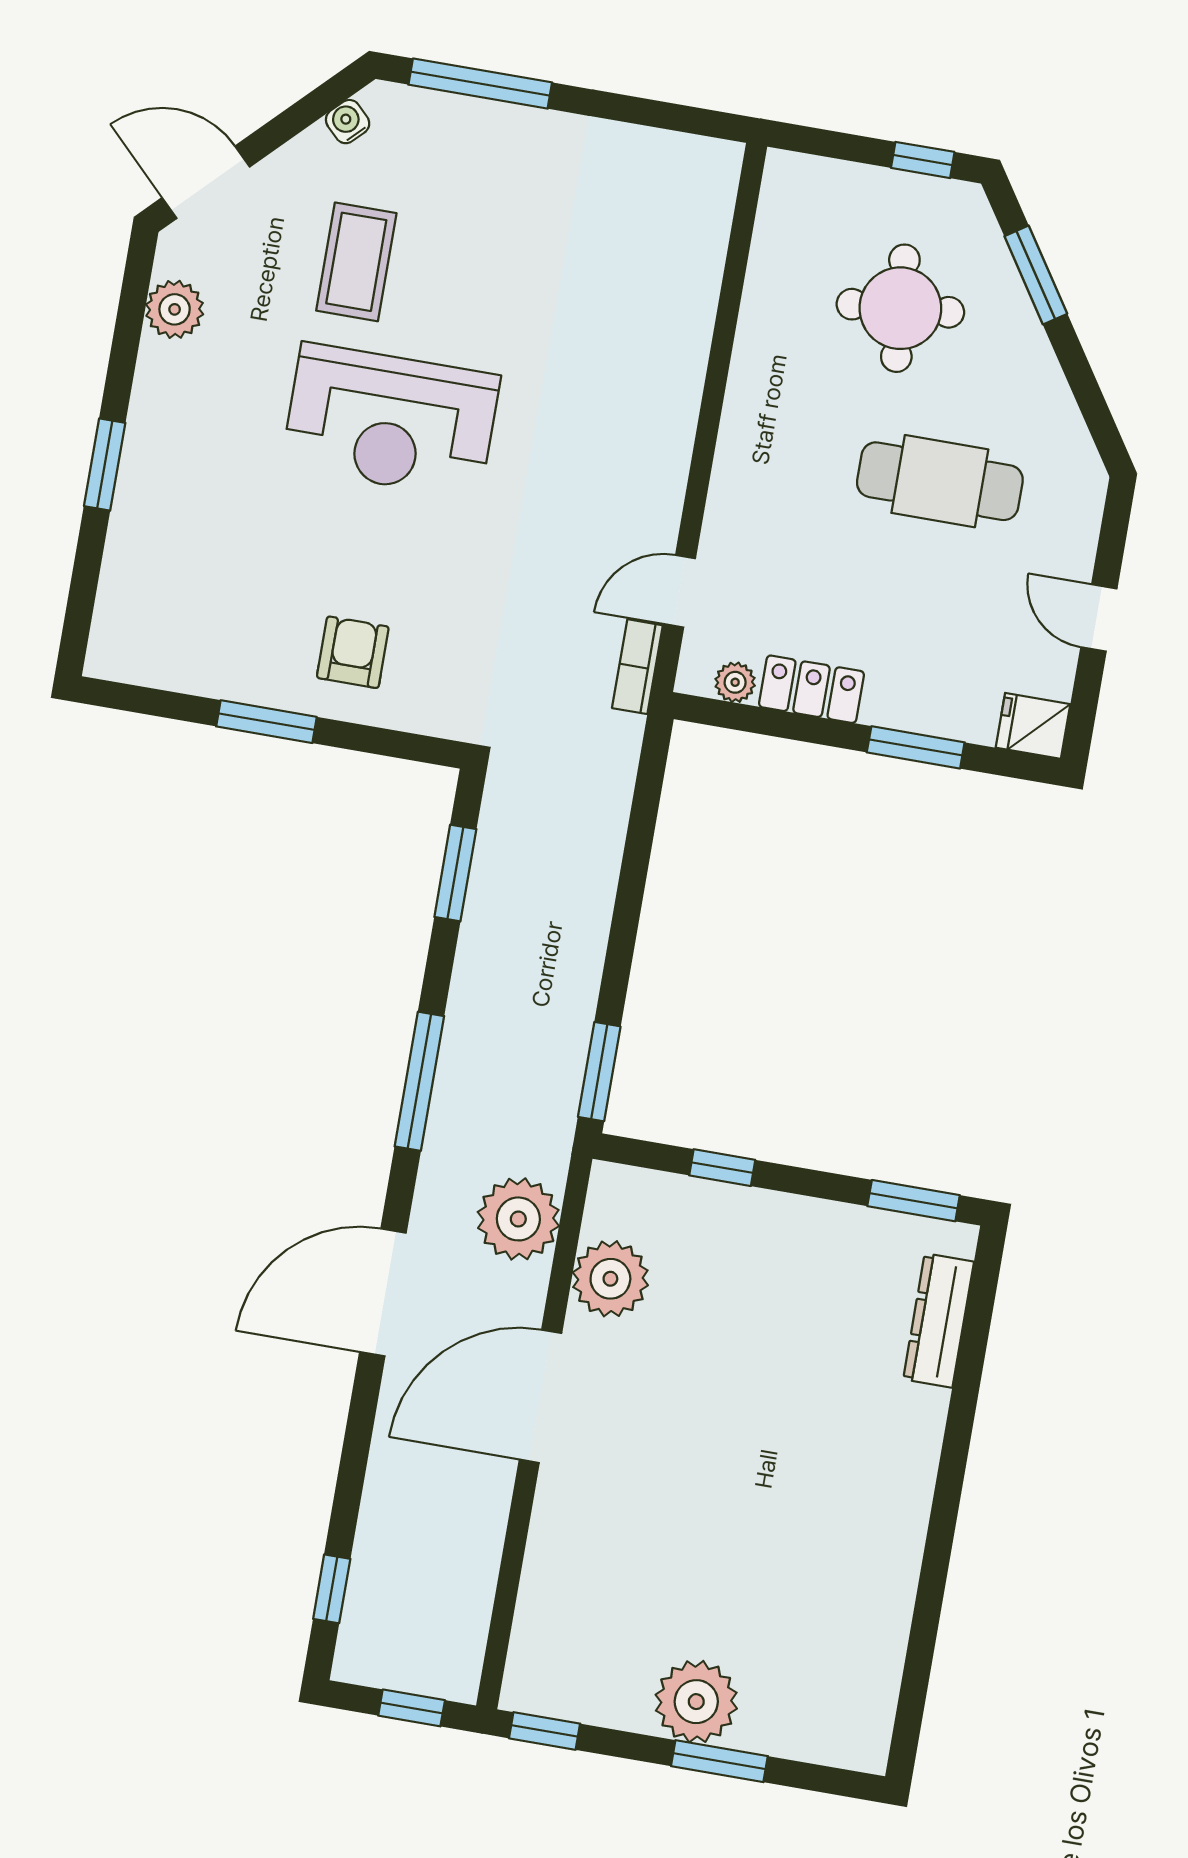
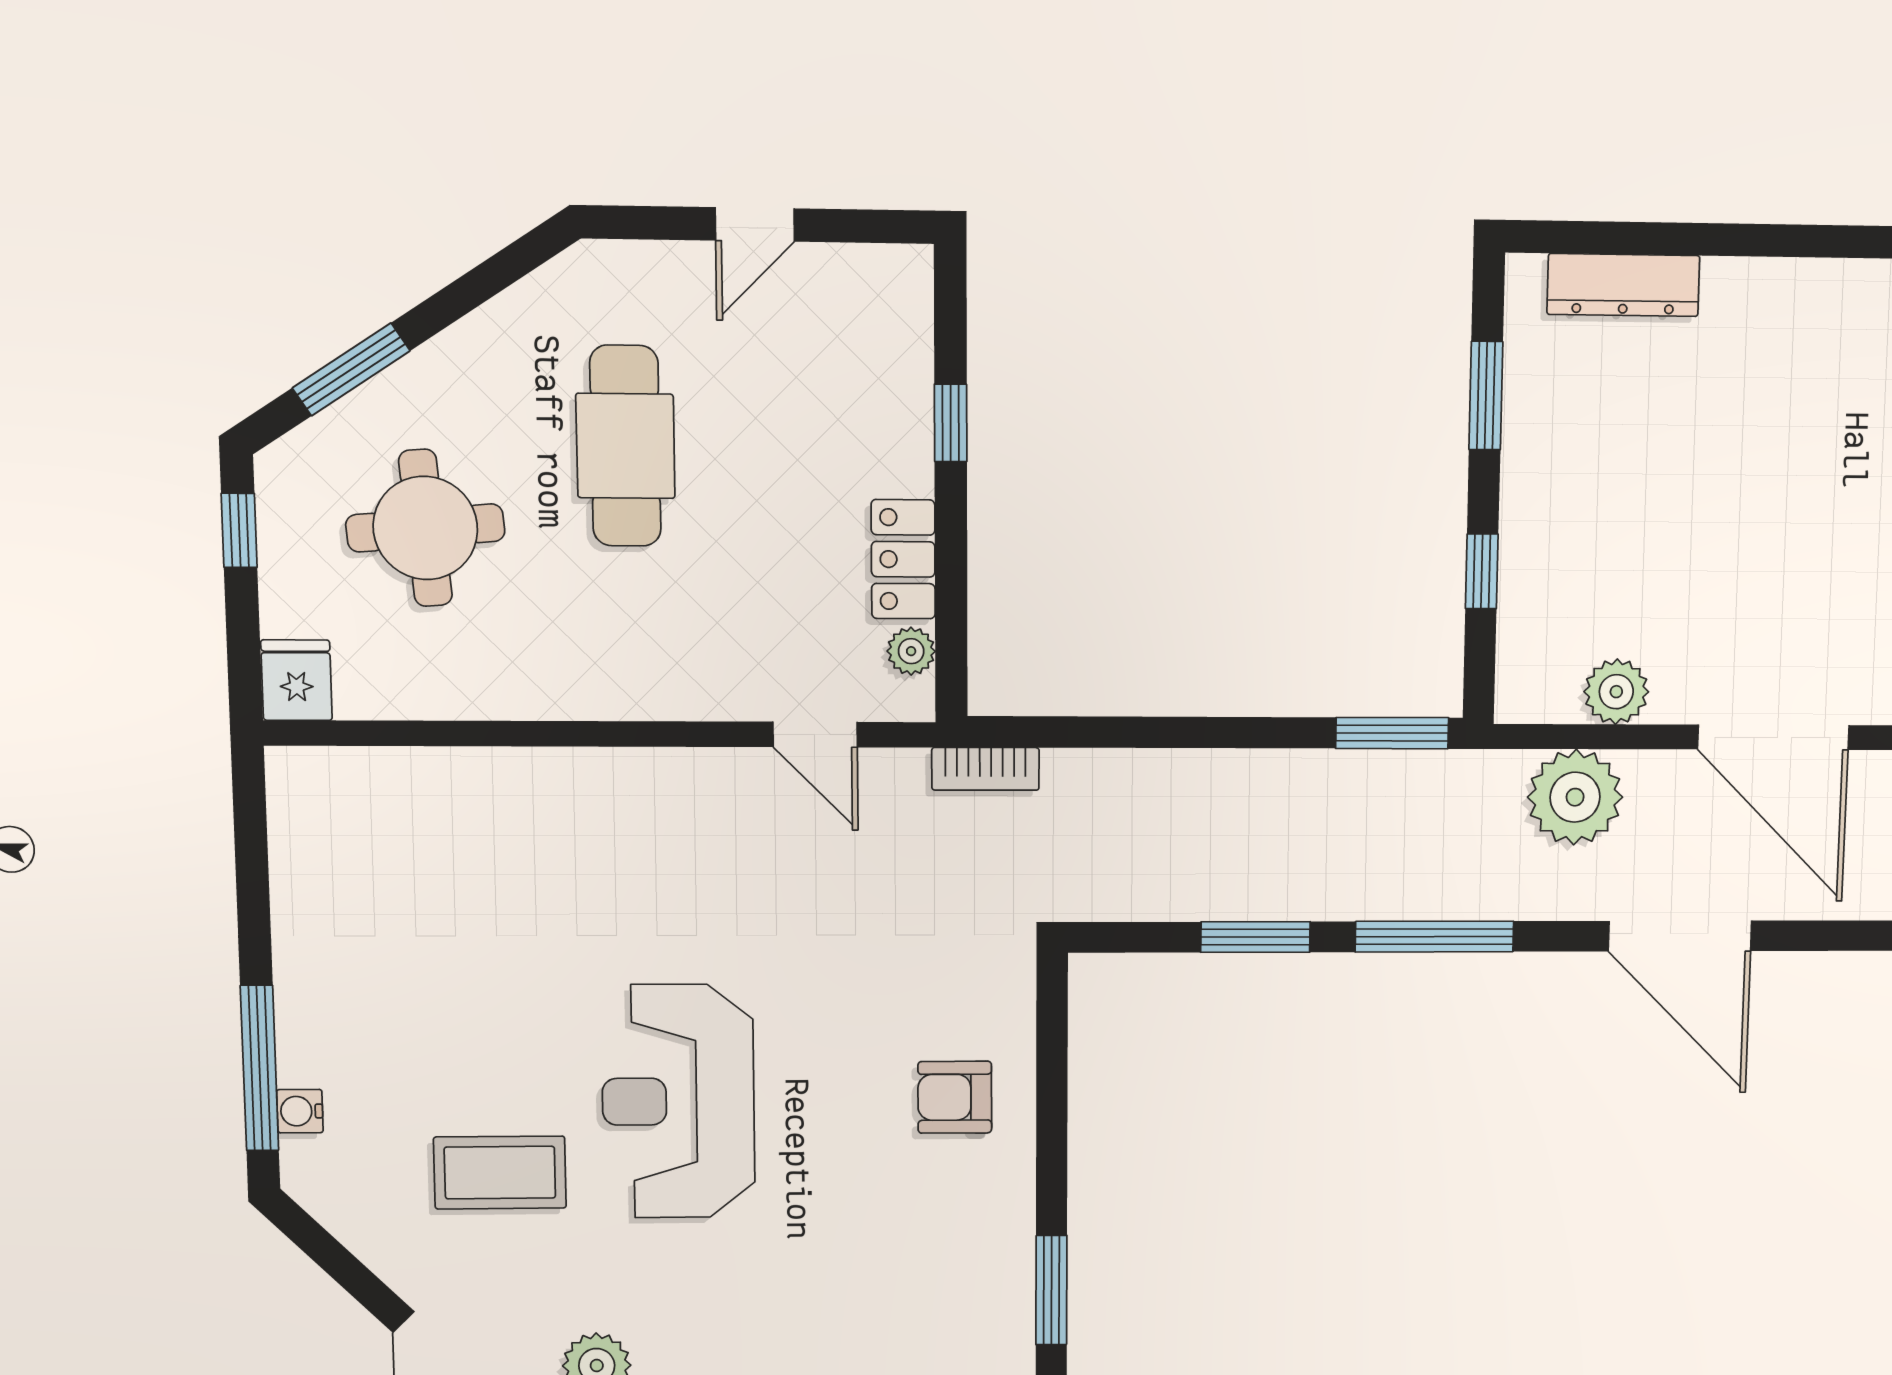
water cooler: (348, 122) -> (300, 1111), moved, turned 45
reception desk: (391, 421) -> (678, 1101), turned 180
bookcase: (637, 667) -> (985, 769), moved
window: (266, 722) -> (1051, 1290), moved
fridge: (1033, 726) -> (296, 680), moved, turned 180
window: (916, 747) -> (951, 423), width x0.67
window: (455, 873) -> (1255, 937), moved
window: (914, 1201) -> (1486, 396), moved
plant: (610, 1279) -> (1616, 692), width x0.73, depth x0.73

